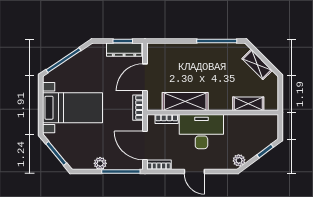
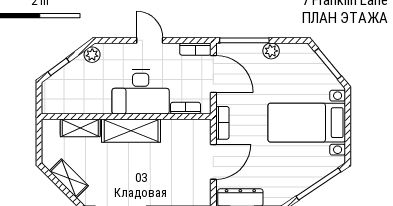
shelving: (185, 101) -> (131, 131), moved

